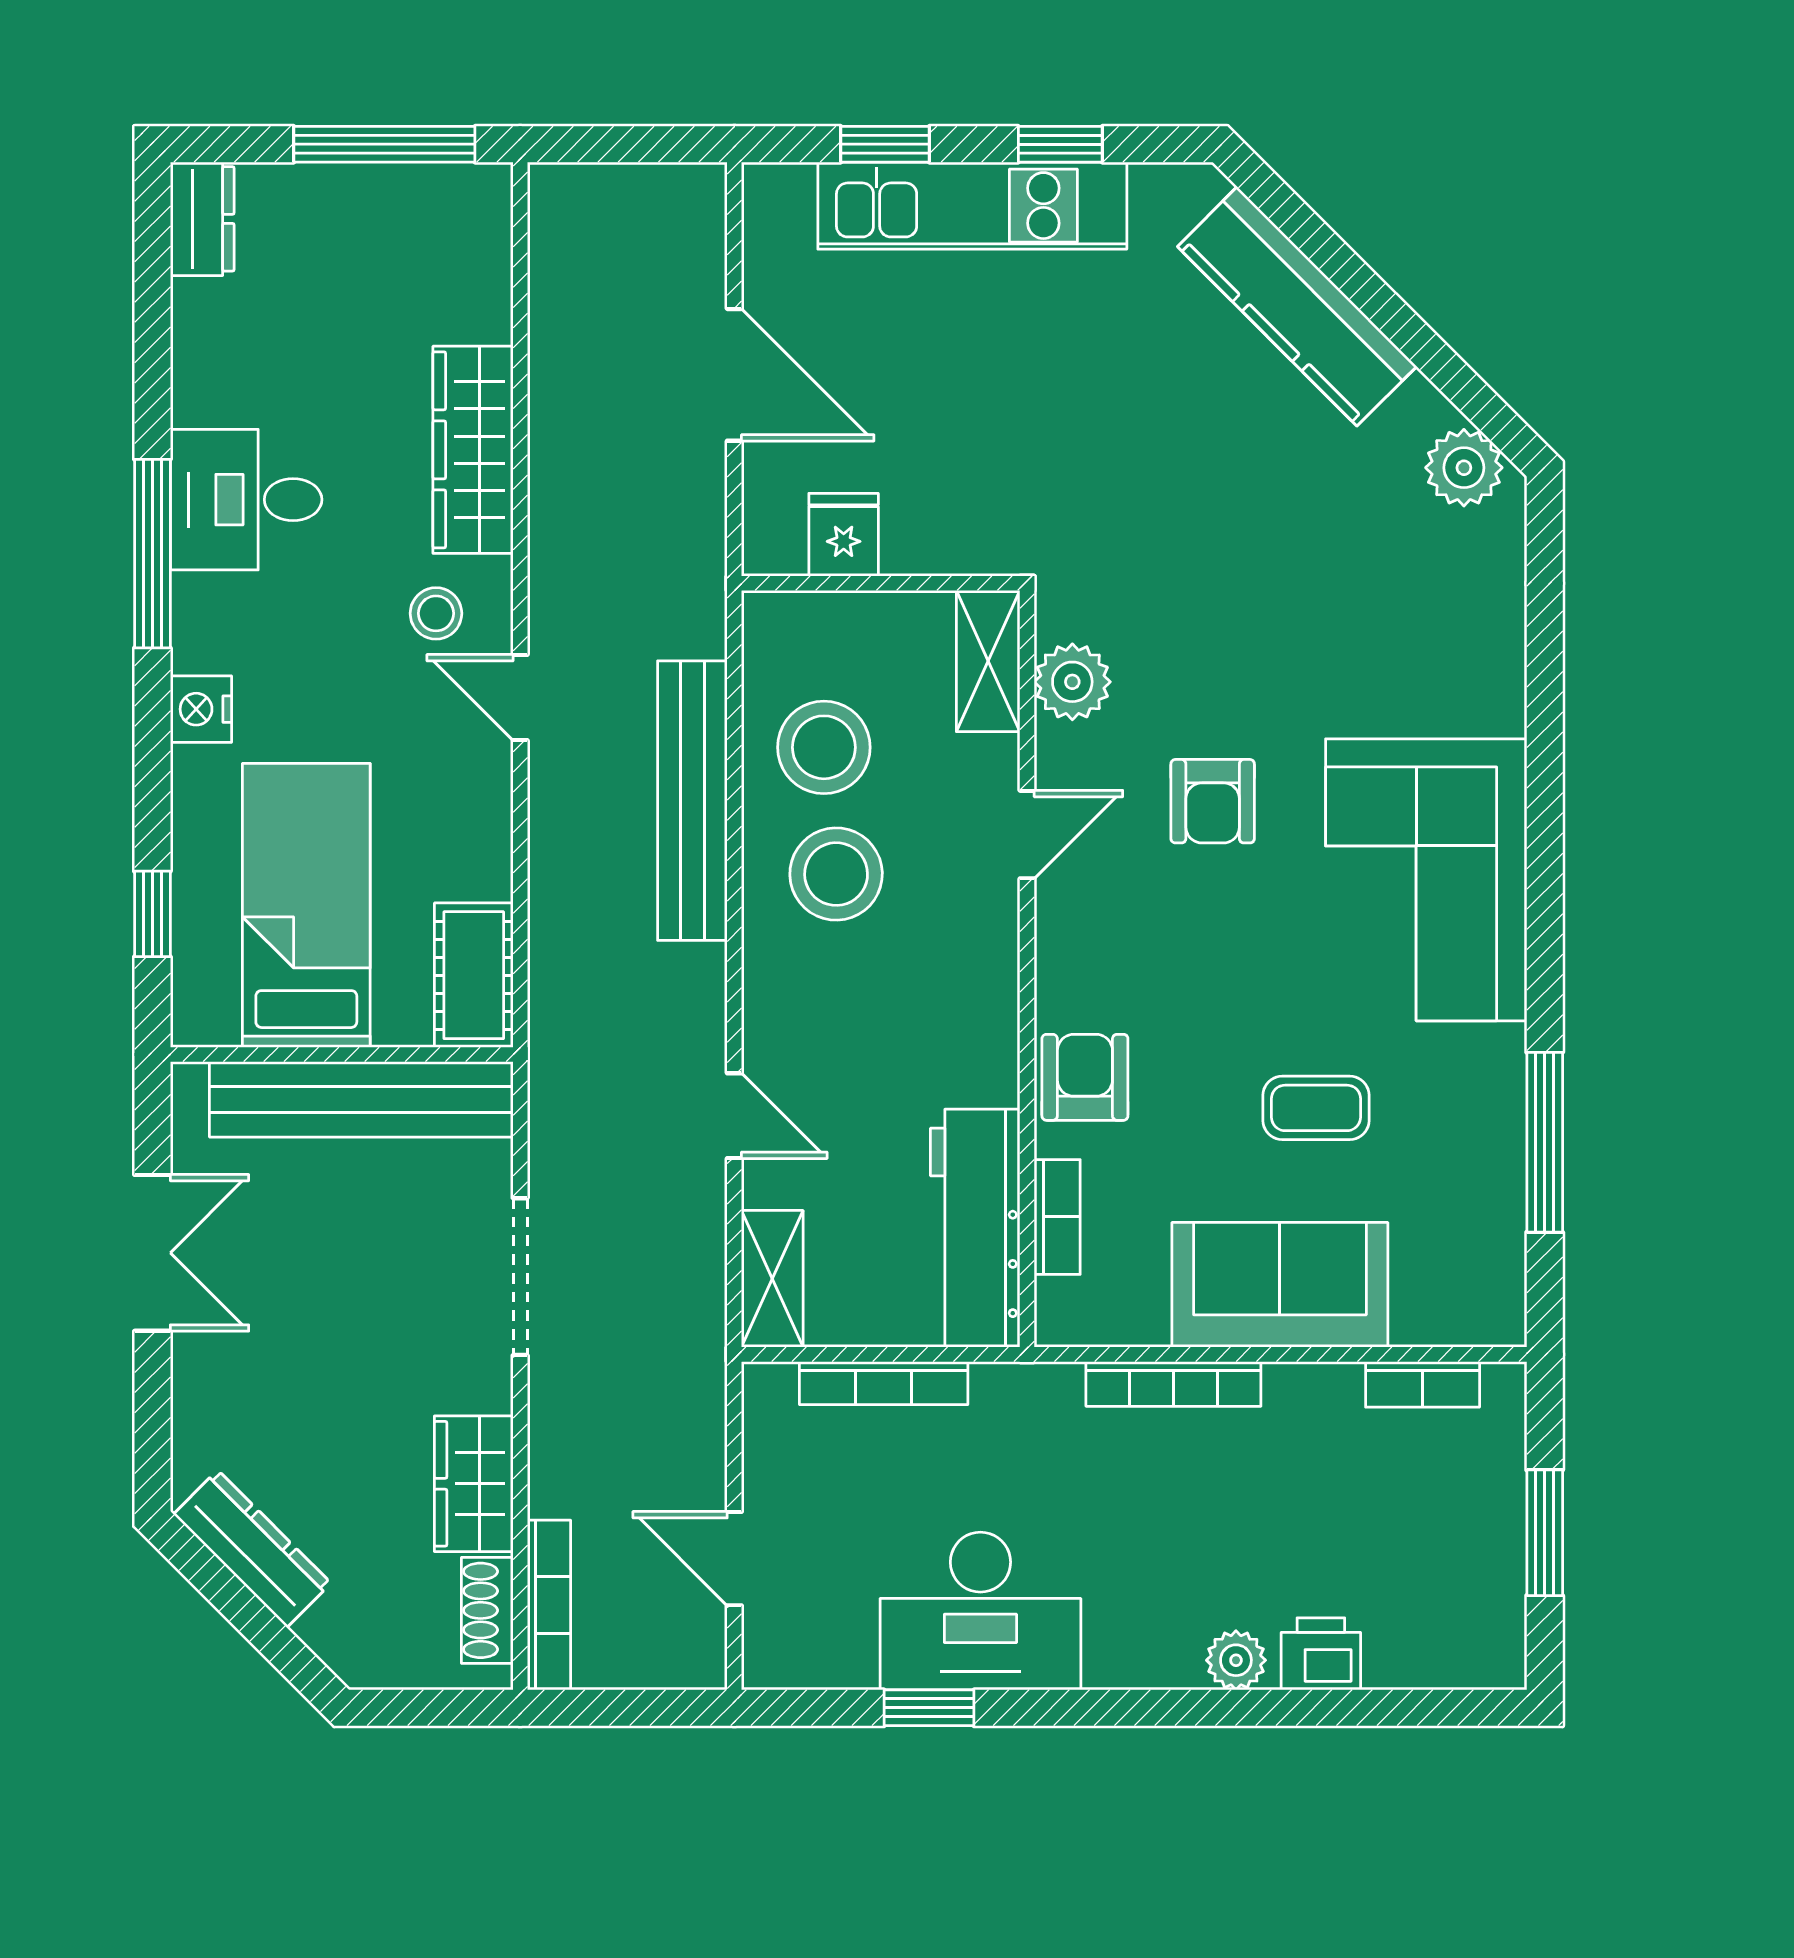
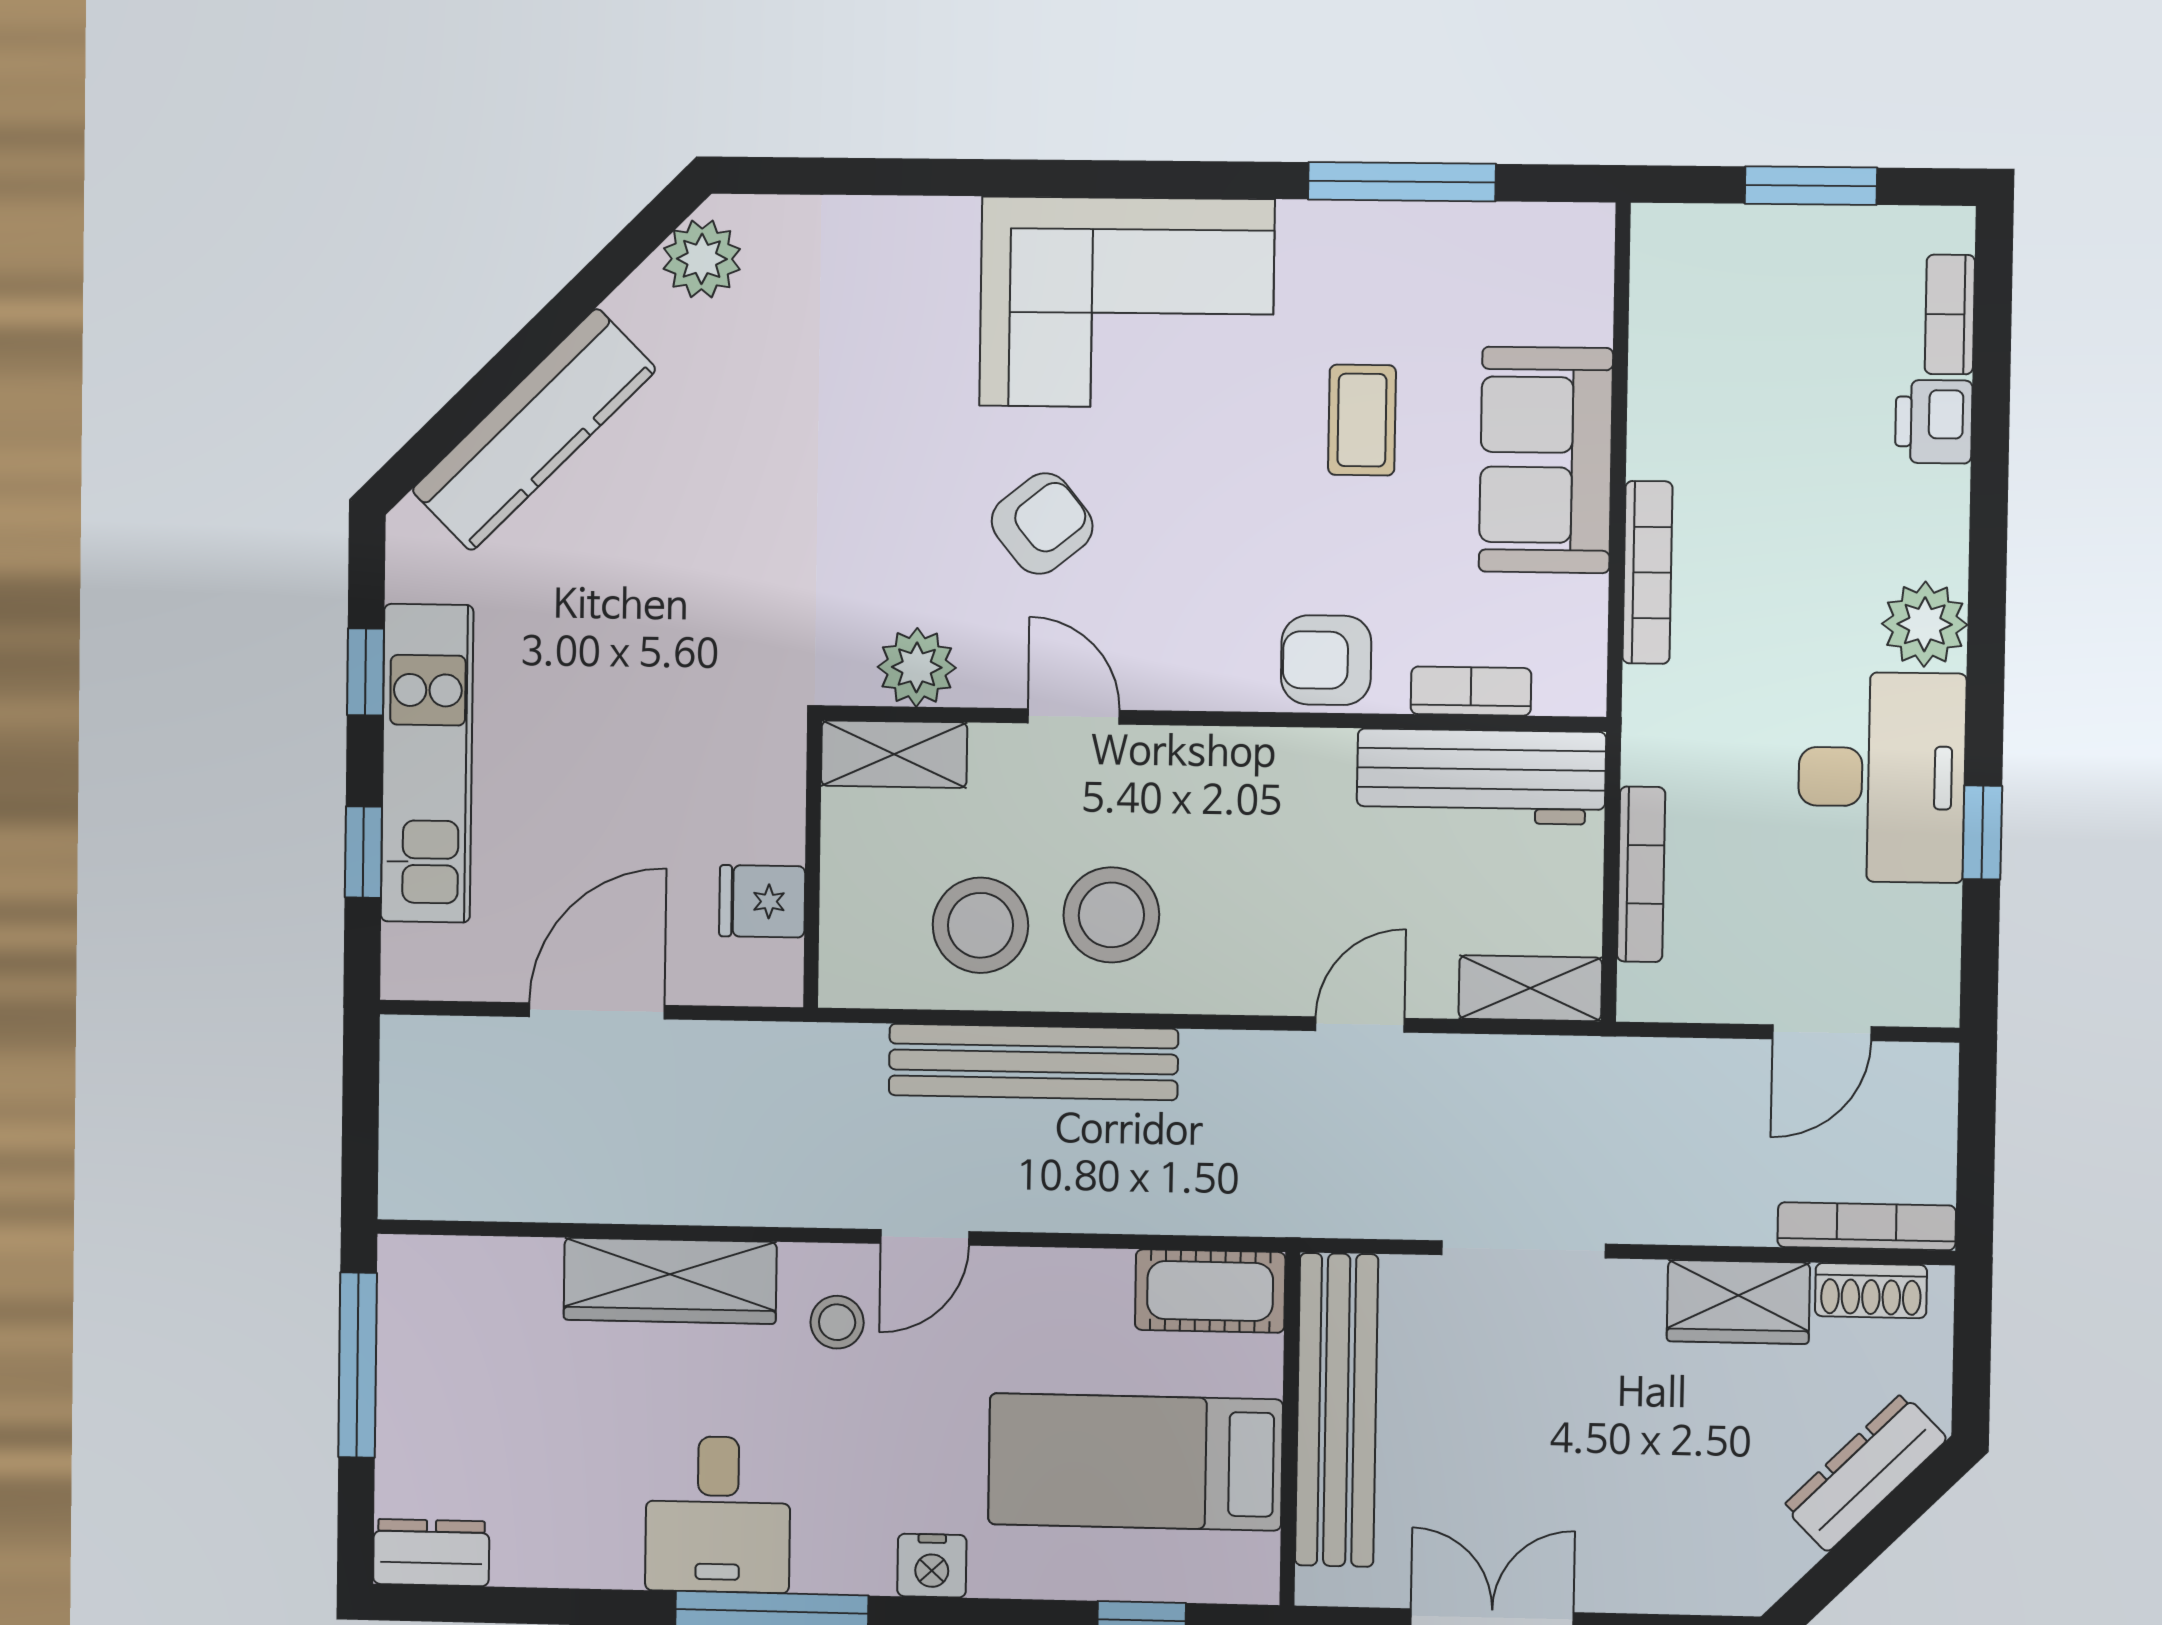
armchair: (1213, 801) -> (1042, 524), turned -39
bookcase: (1423, 1384) -> (1950, 314), moved, turned 180
dresser: (252, 1549) -> (1865, 1473), moved
plant: (1236, 1660) -> (1925, 624), moved, width x1.38, depth x1.38

